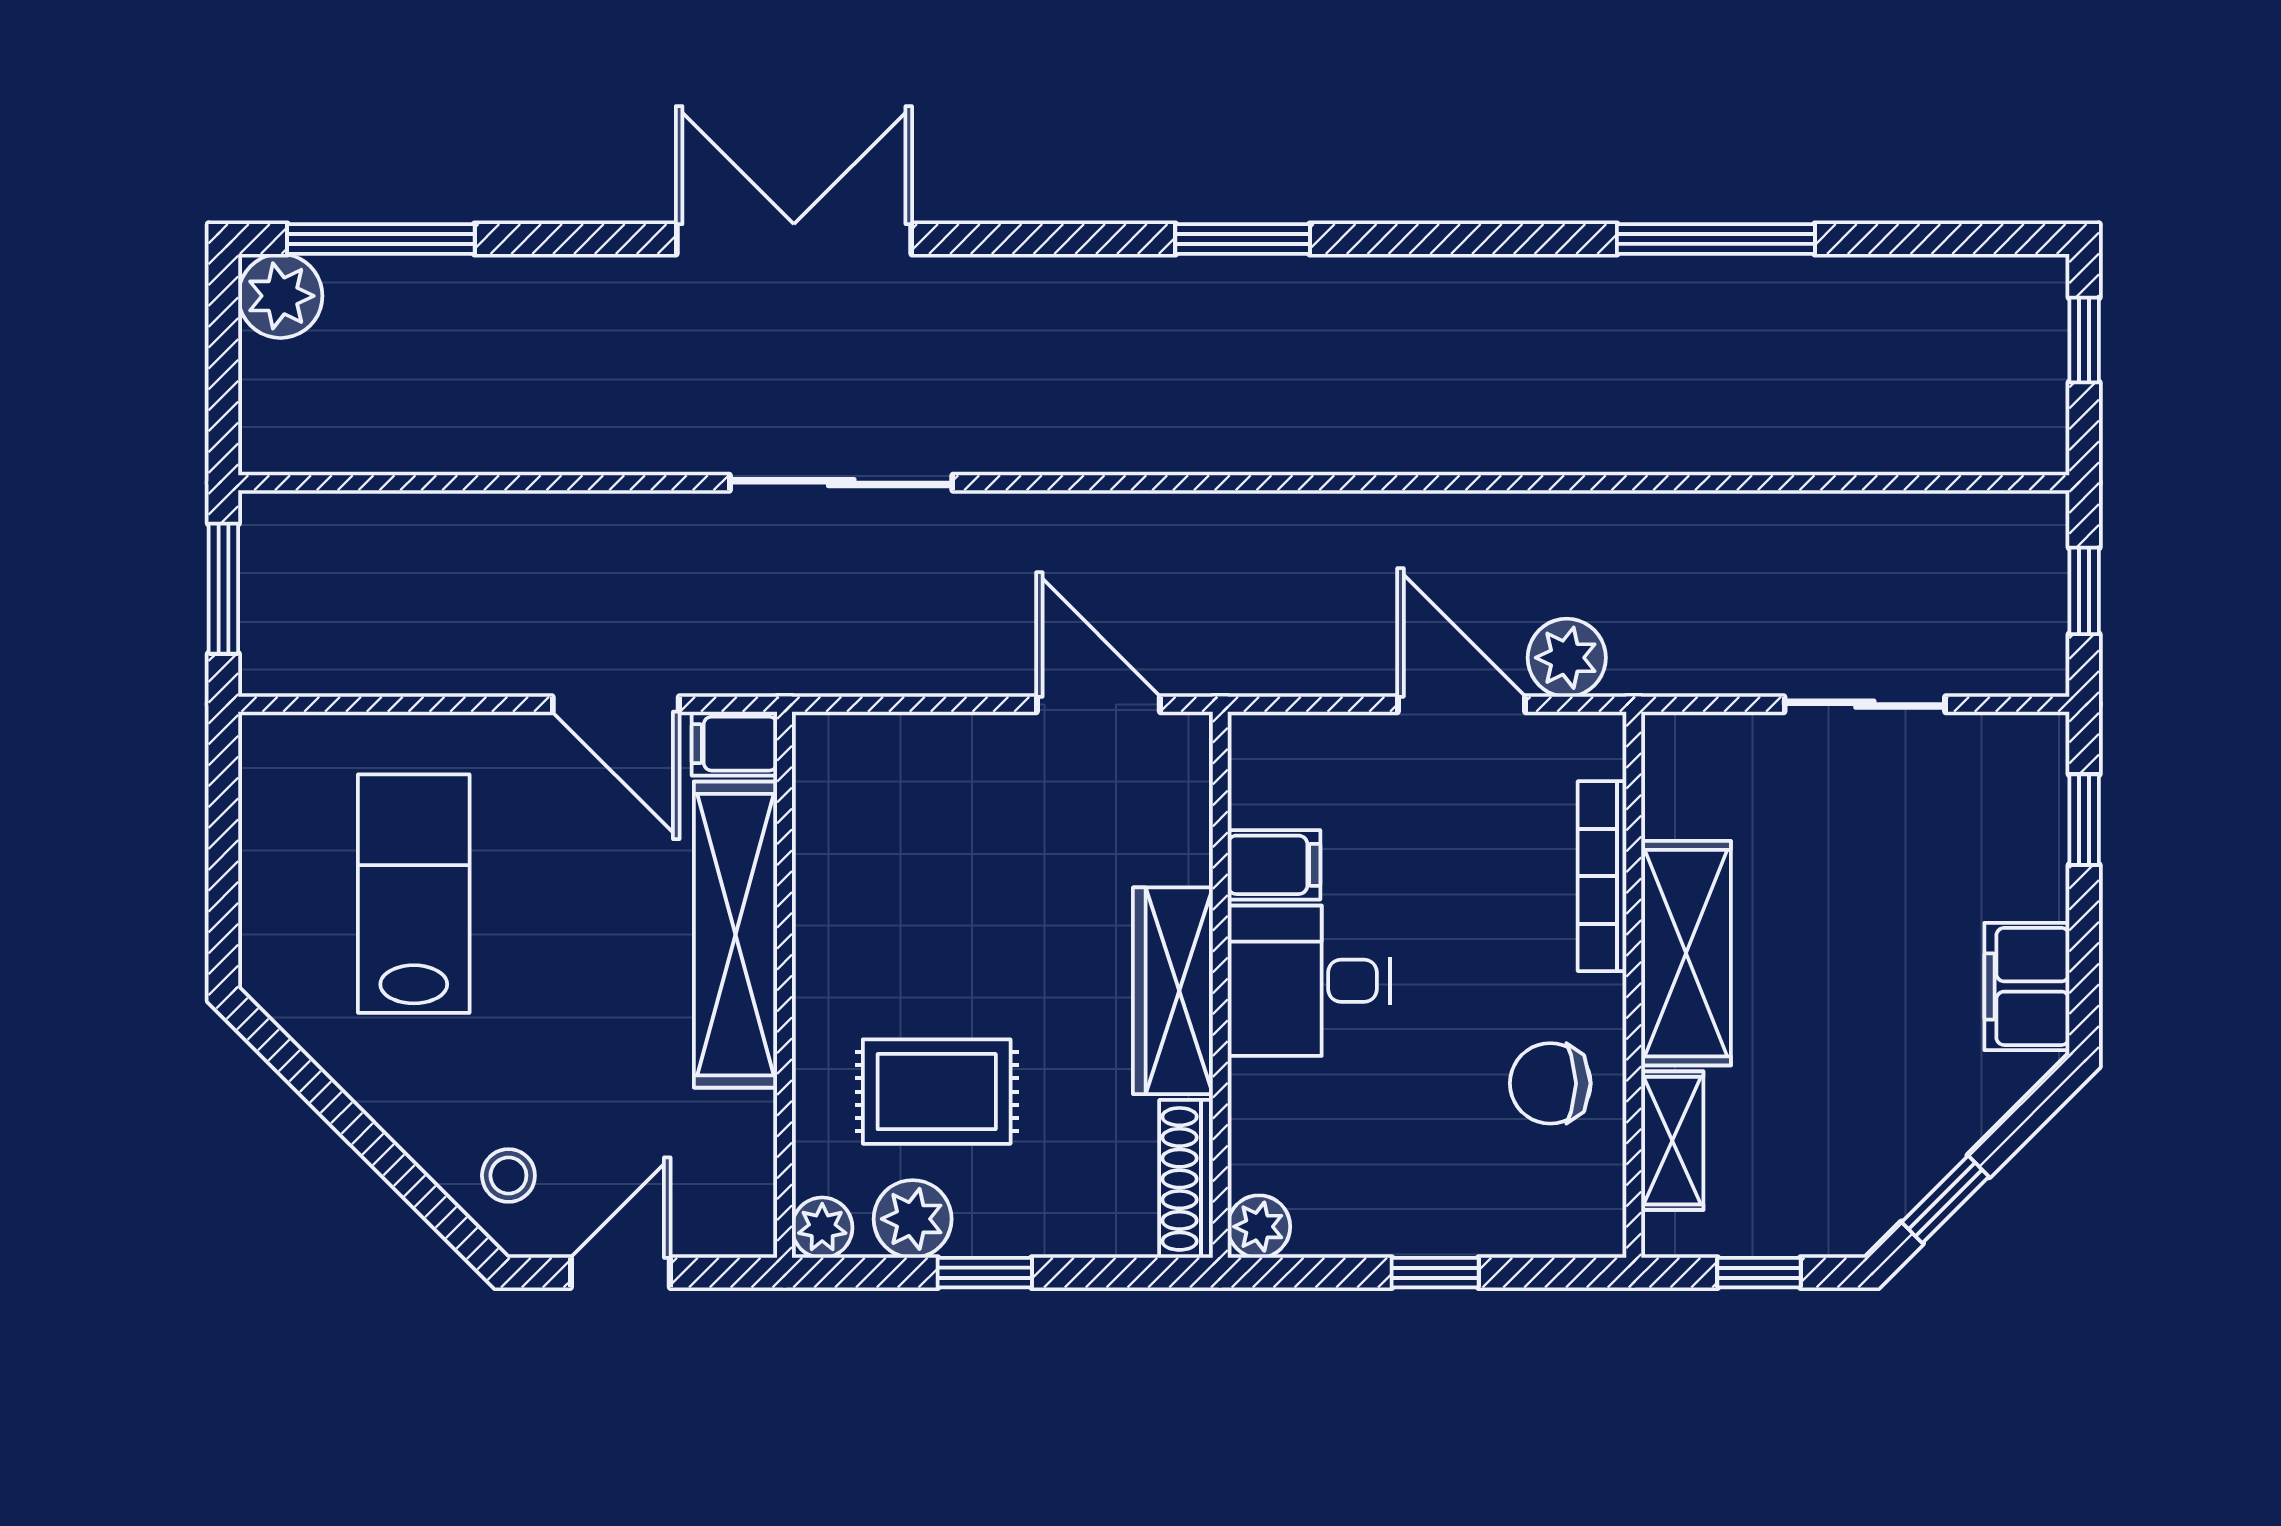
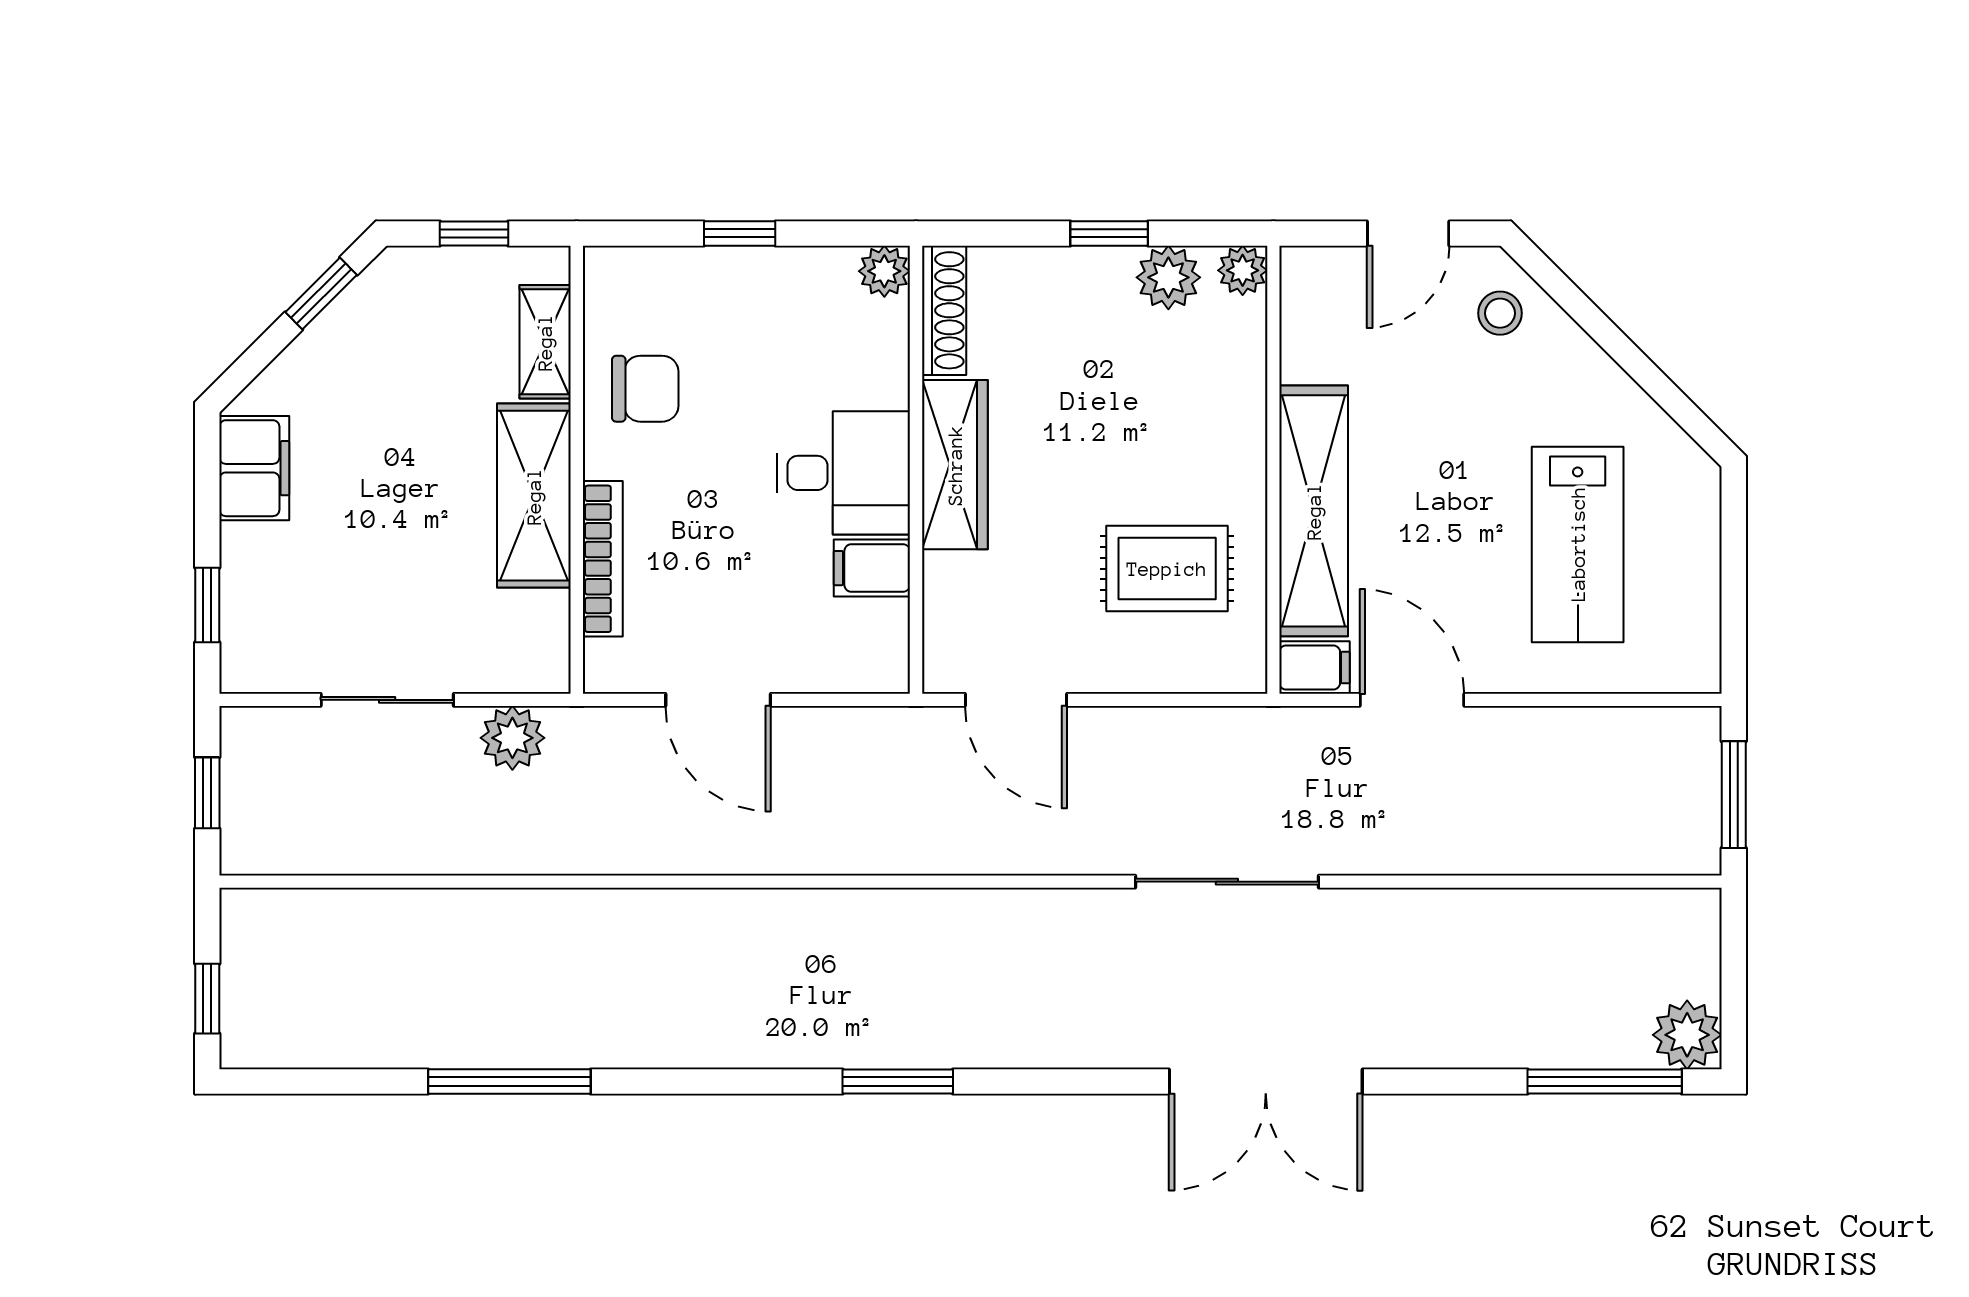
plant: (1567, 658) -> (512, 738), moved
rug: (937, 1092) -> (1167, 569), moved

